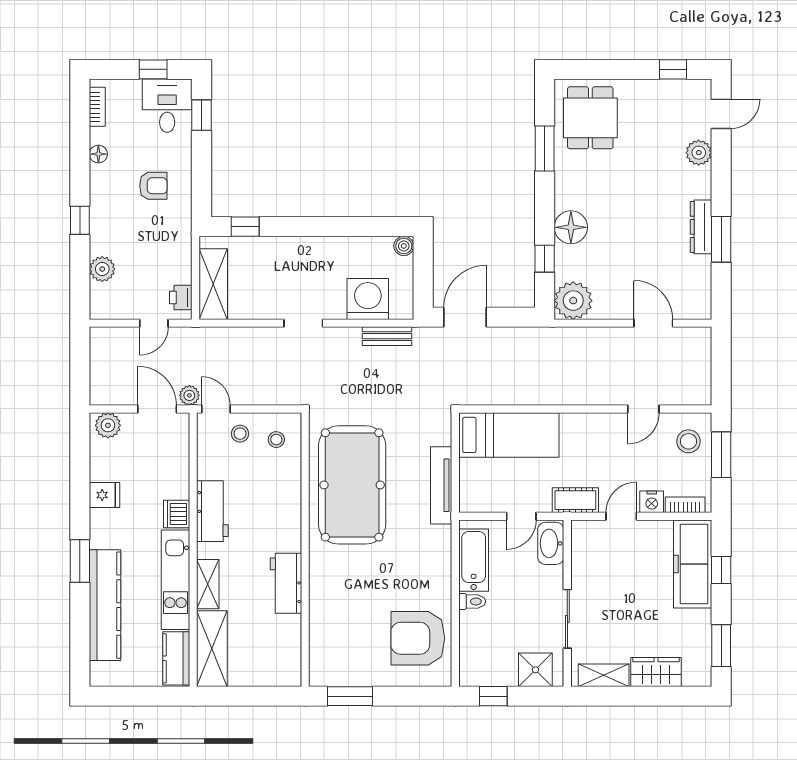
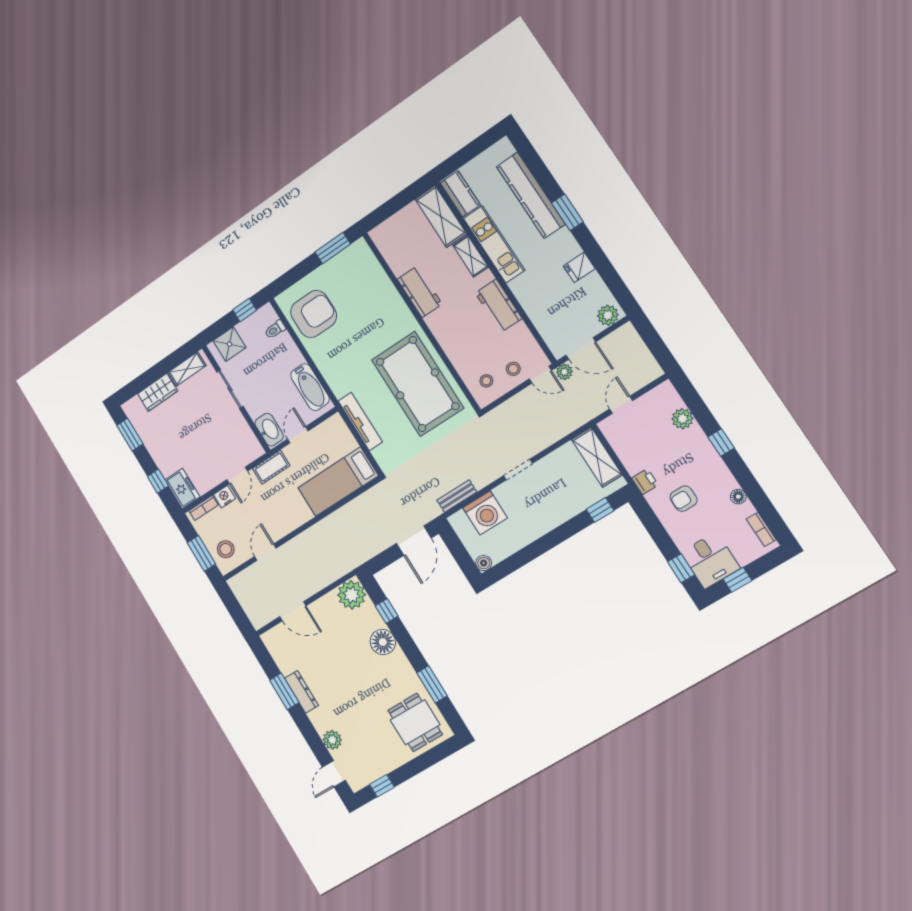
printer: (181, 297) -> (645, 482), moved
dishwasher: (177, 514) -> (522, 288), removed
freezer: (693, 564) -> (182, 488), width x0.52, depth x0.79
toilet: (472, 601) -> (275, 329), moved

